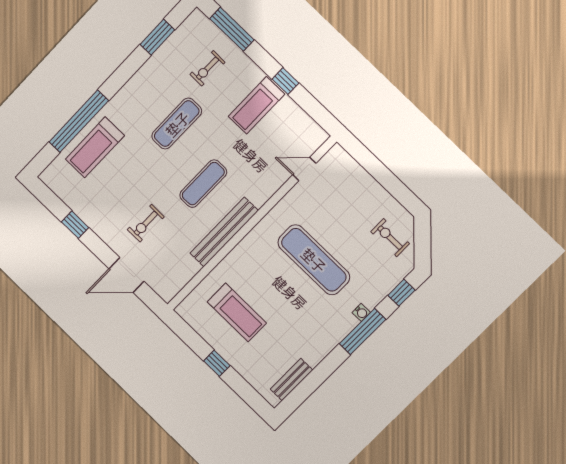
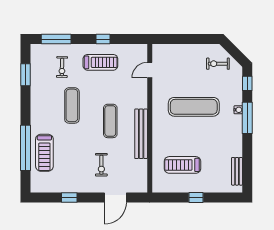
treadmill: (256, 105) -> (100, 62), turned -90
treadmill: (237, 312) -> (182, 165), turned 180

